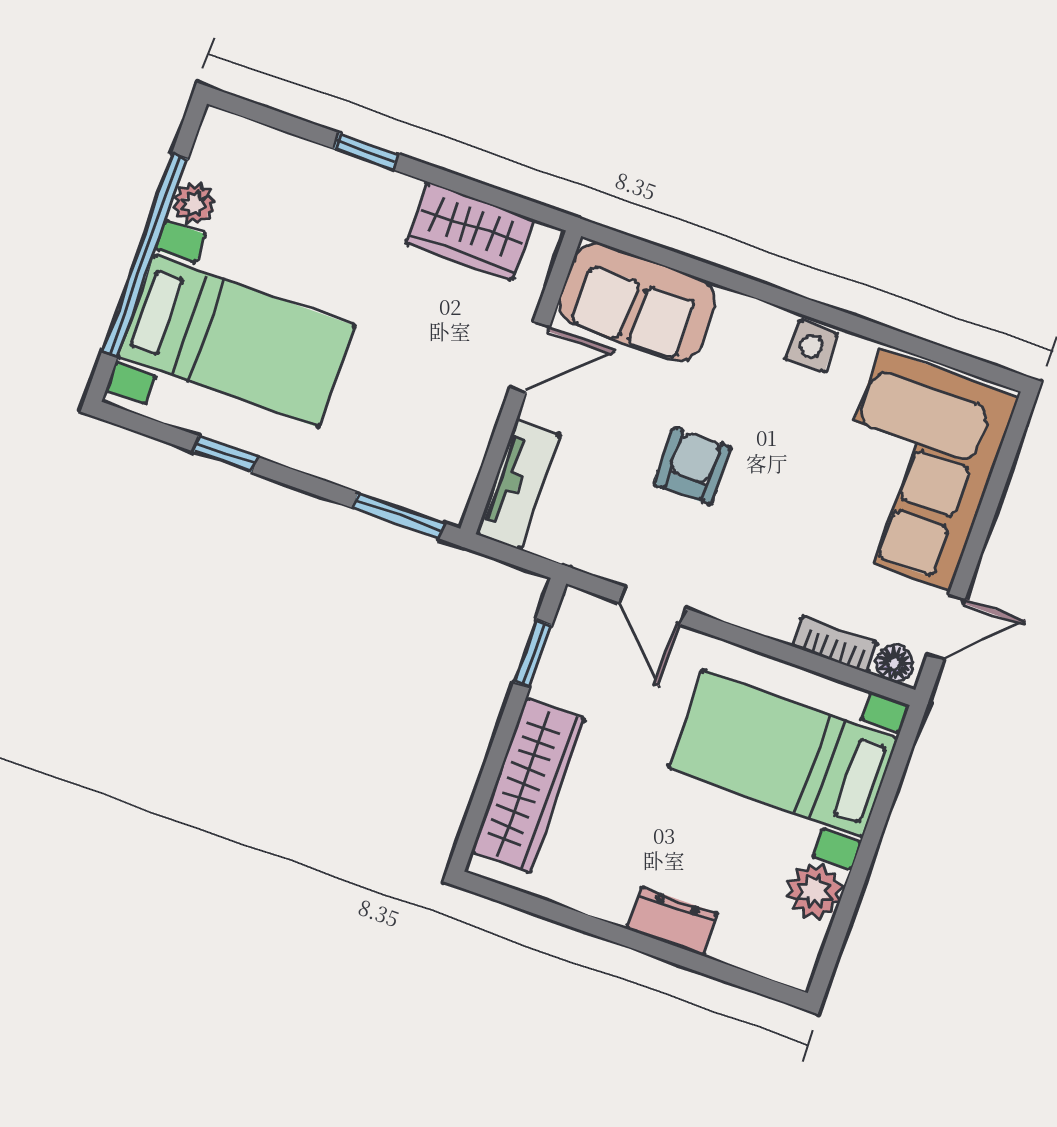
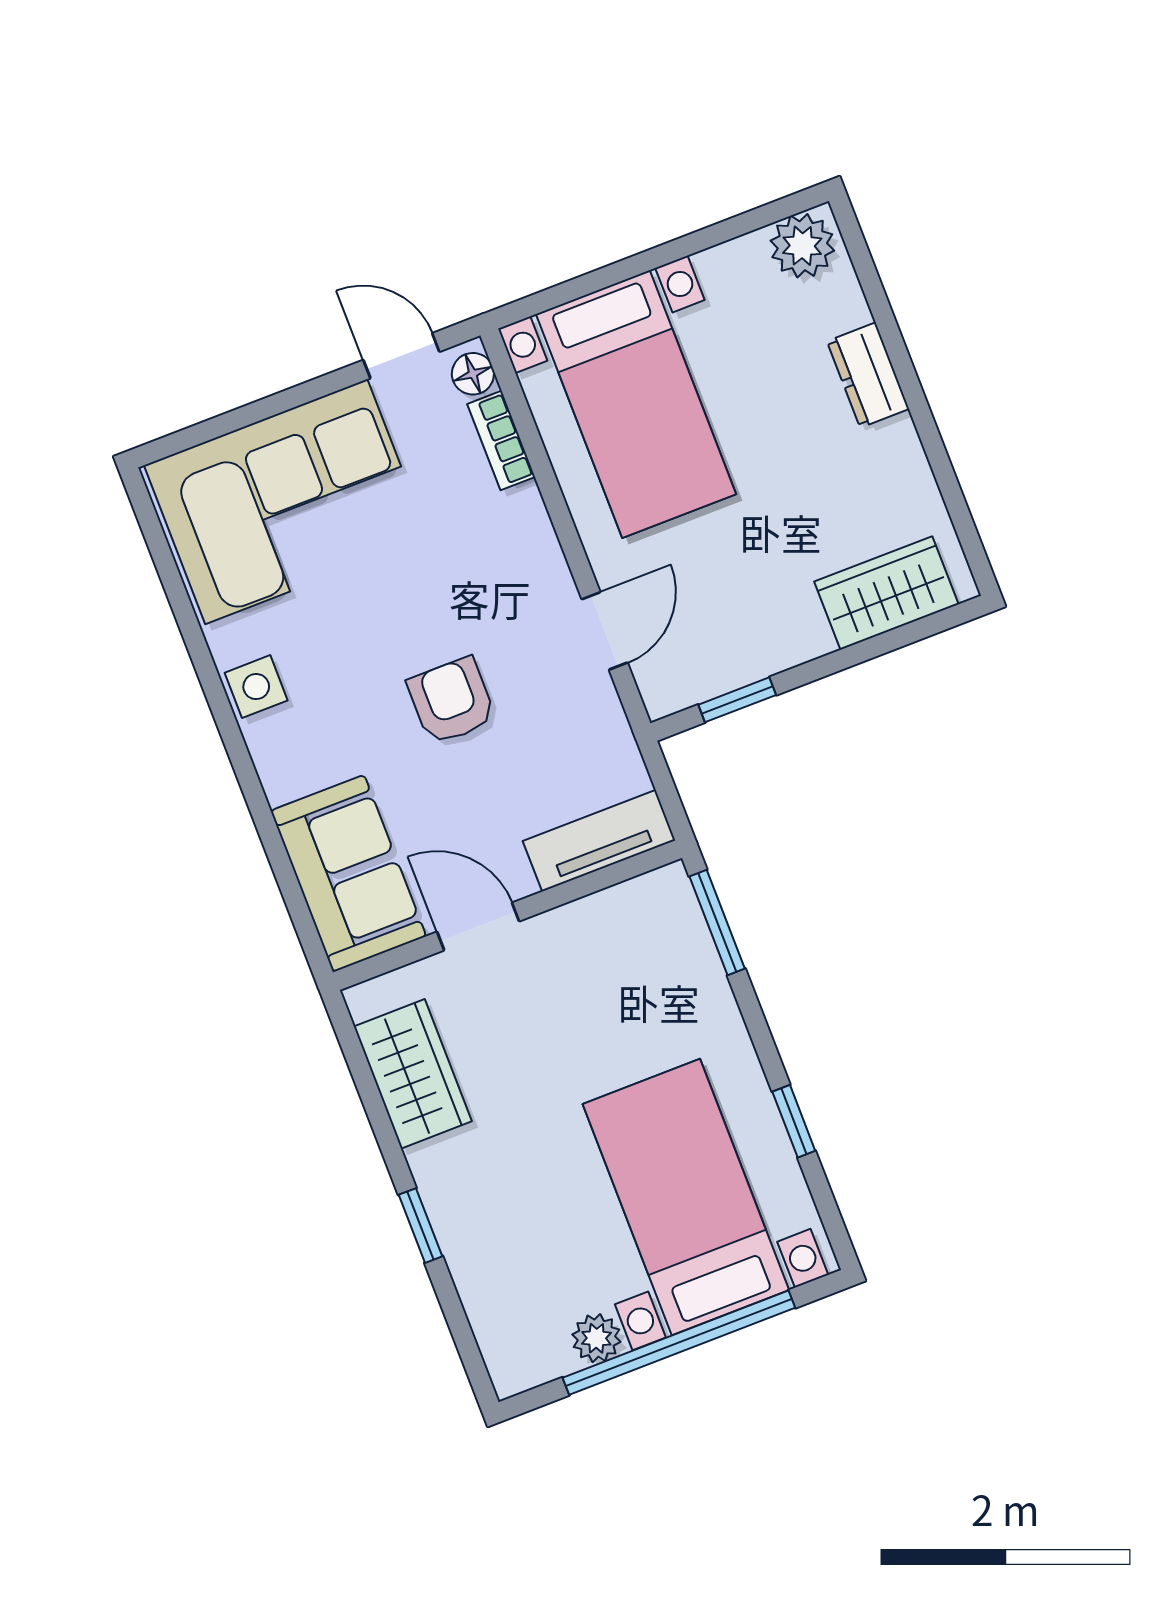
armchair: (692, 466) -> (451, 701), turned 90
wardrobe: (528, 785) -> (886, 593), width x0.67
plant: (814, 891) -> (802, 246), moved

